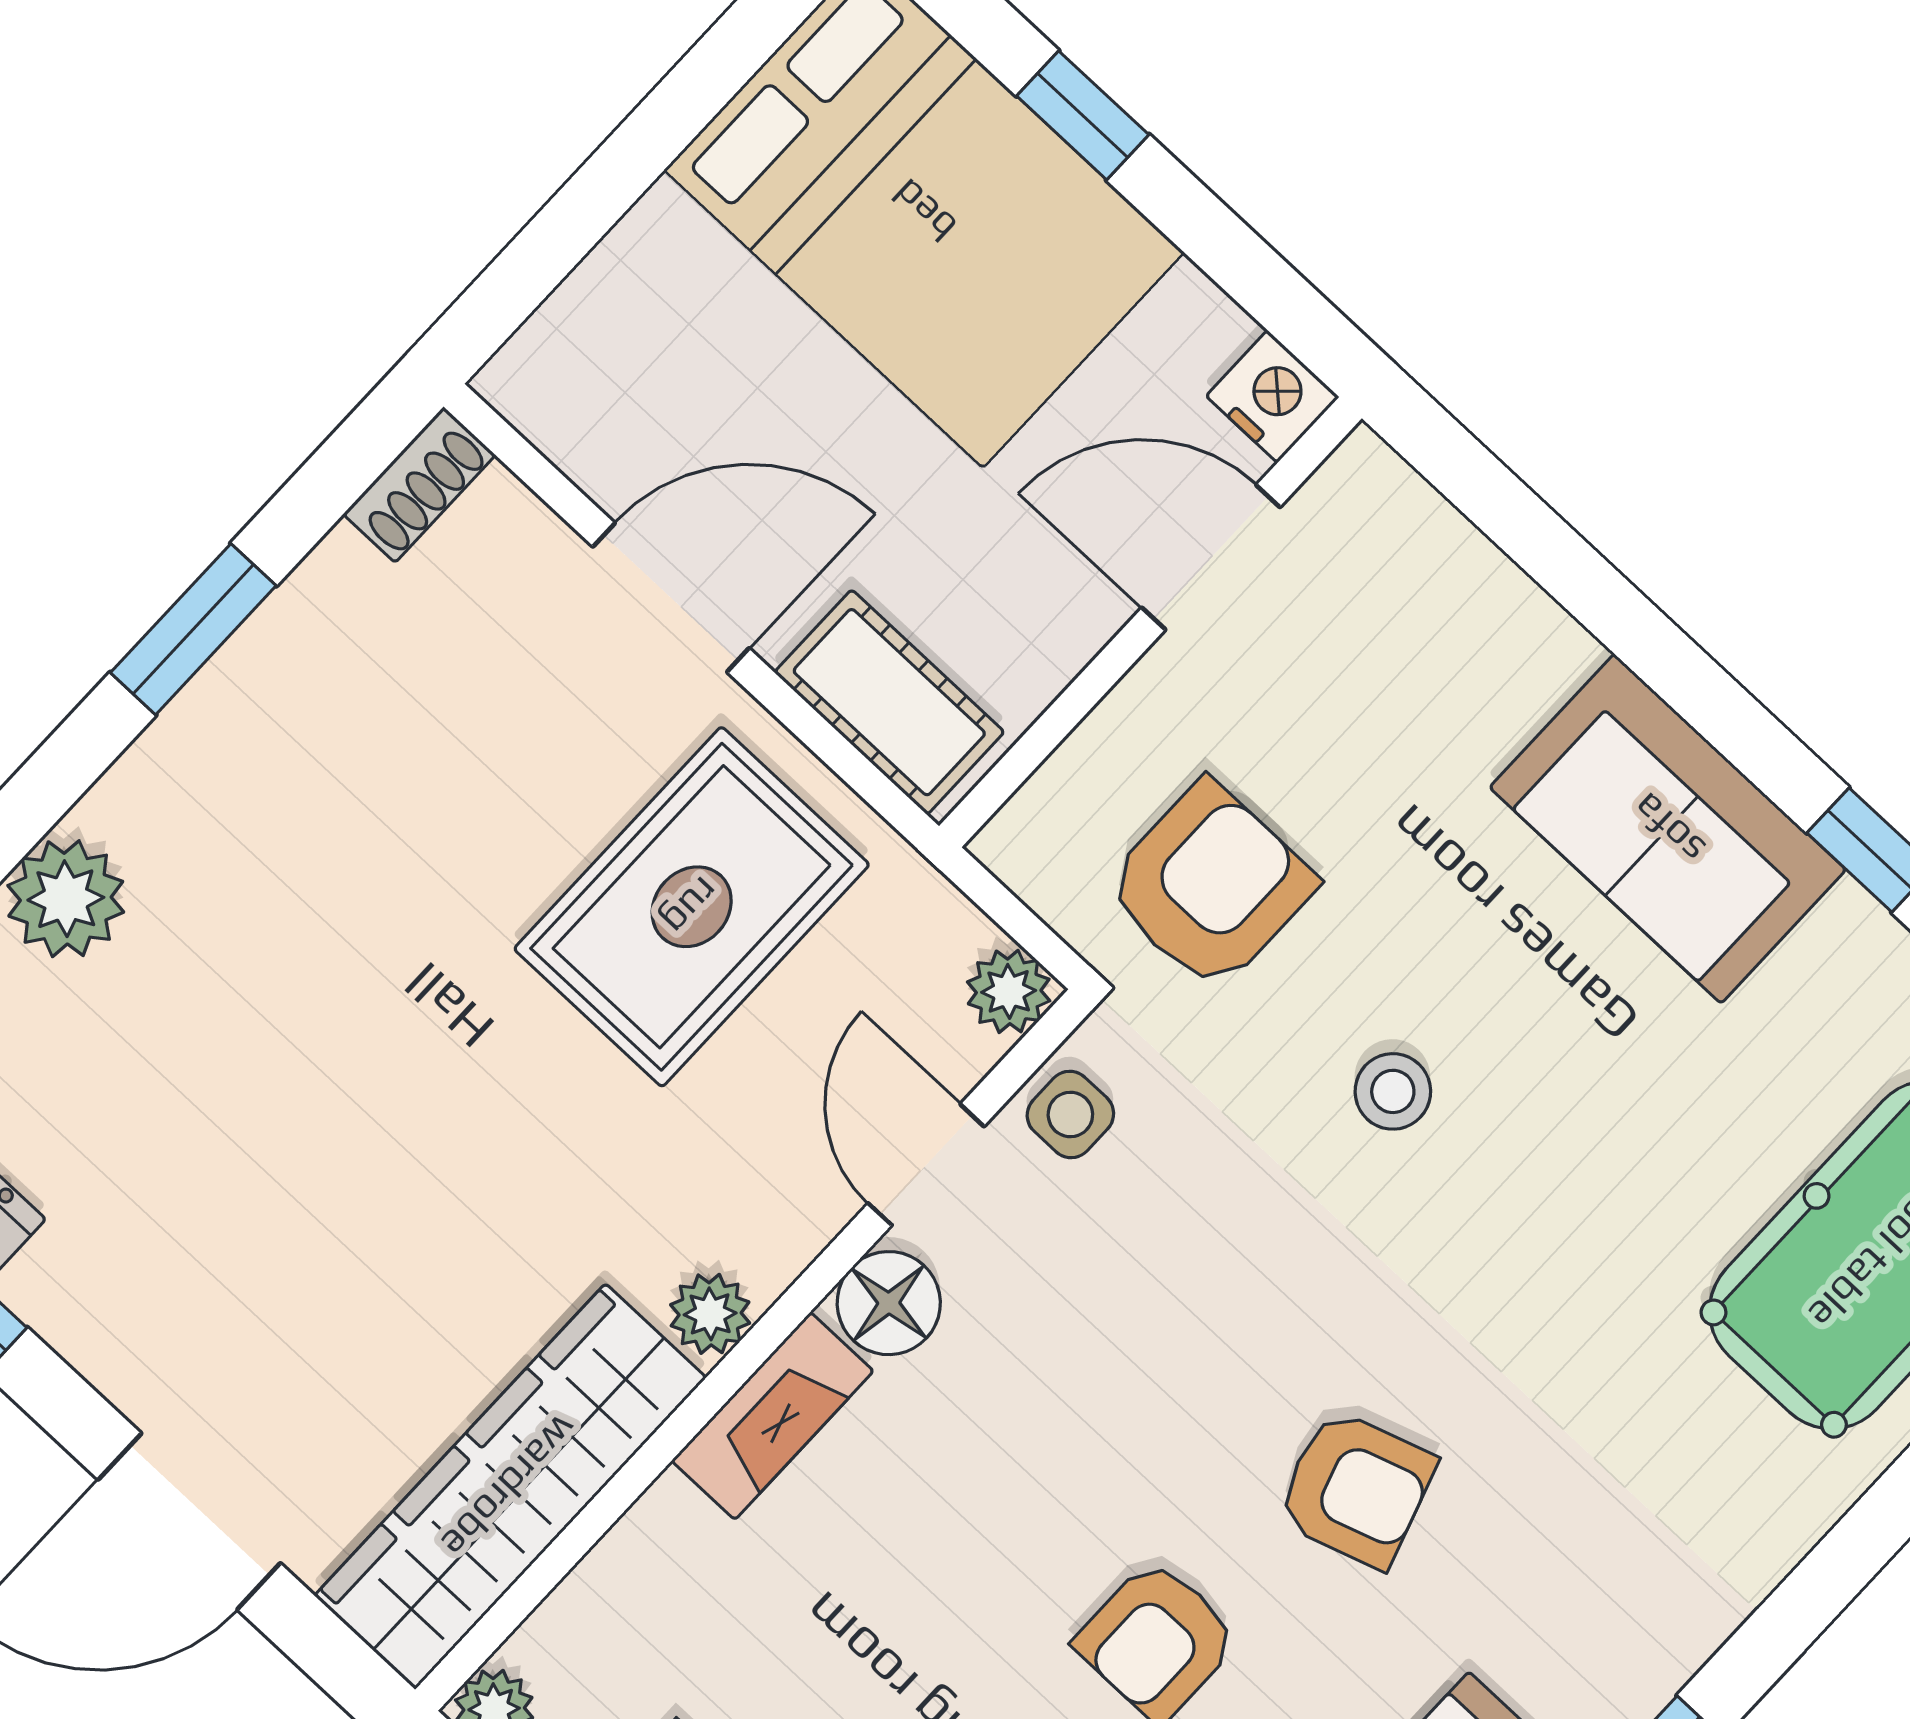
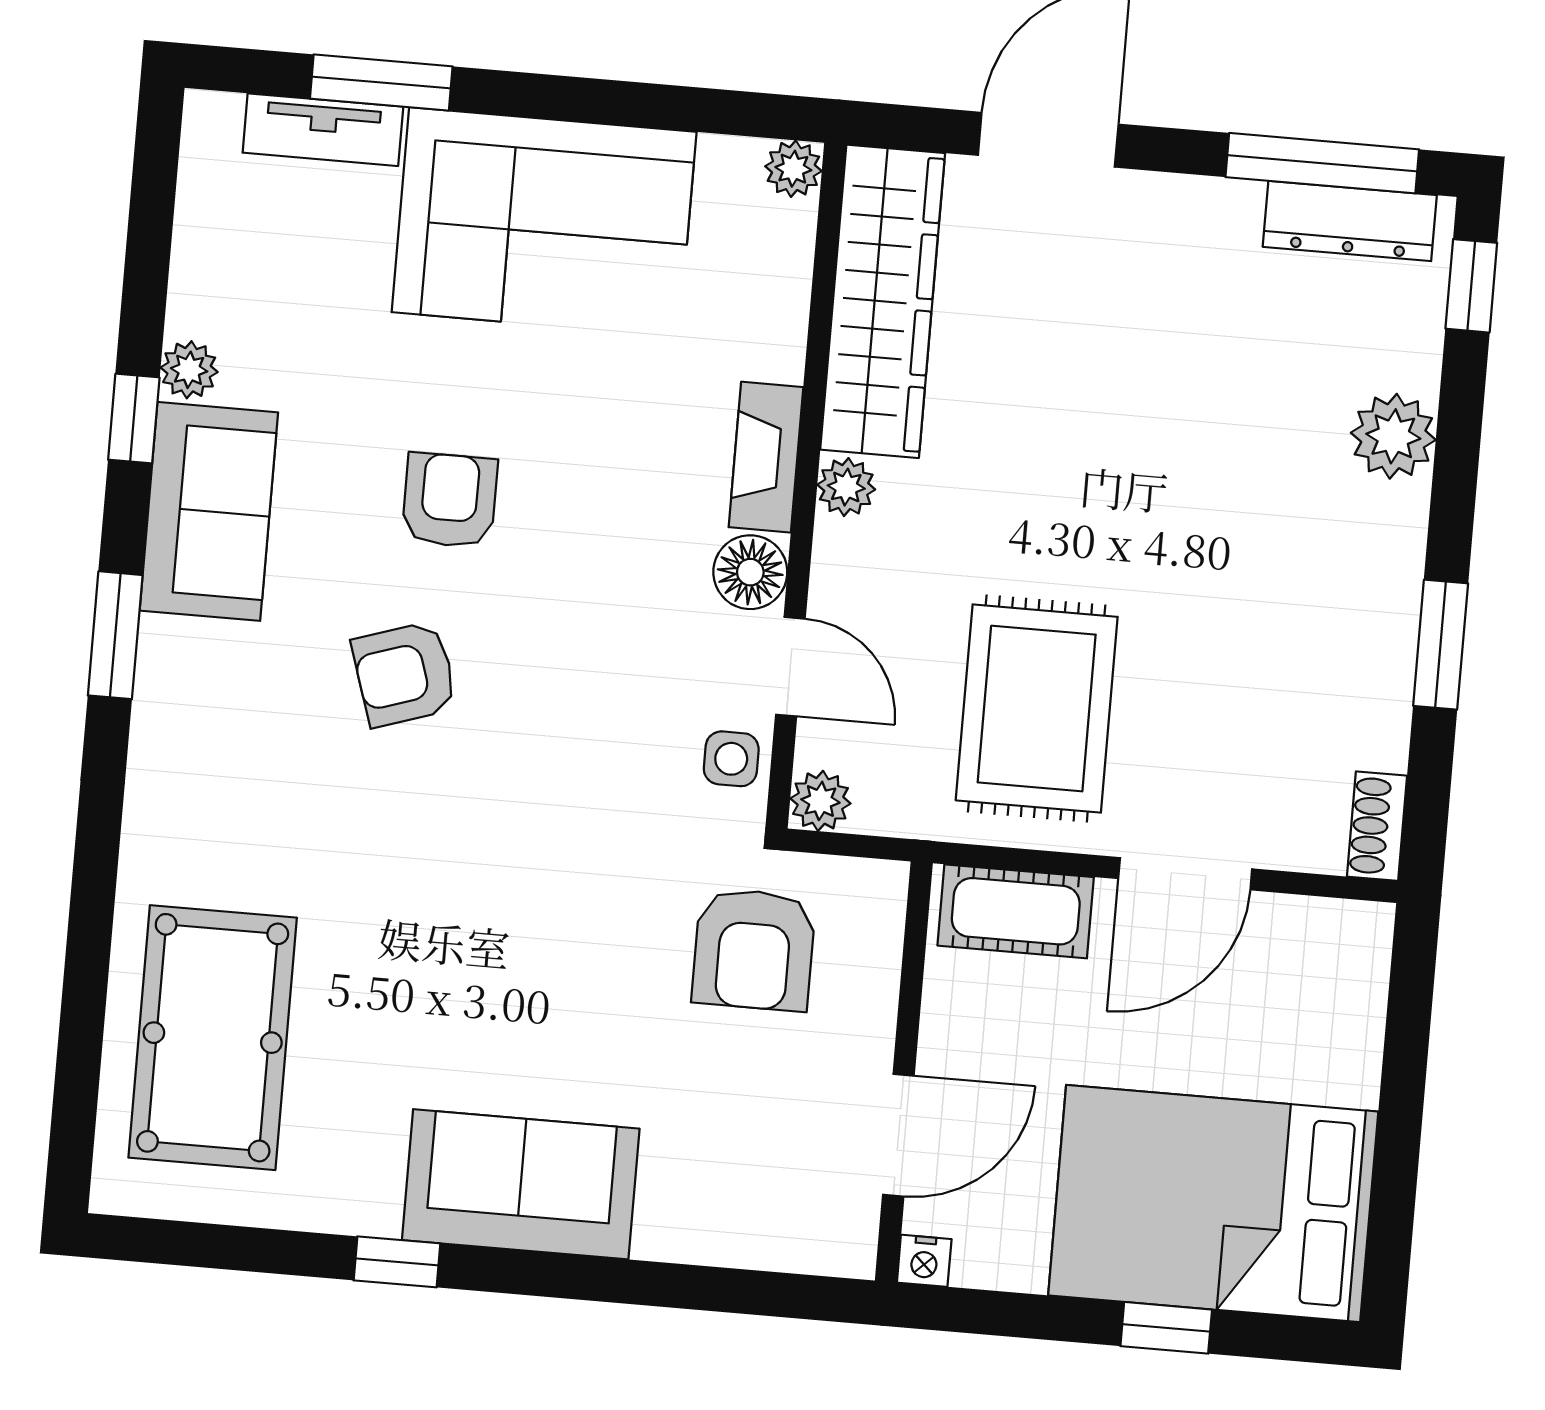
nightstand: (1272, 396) -> (924, 1261), width x0.72, depth x0.74
stool: (1393, 1091) -> (560, 914), removed

